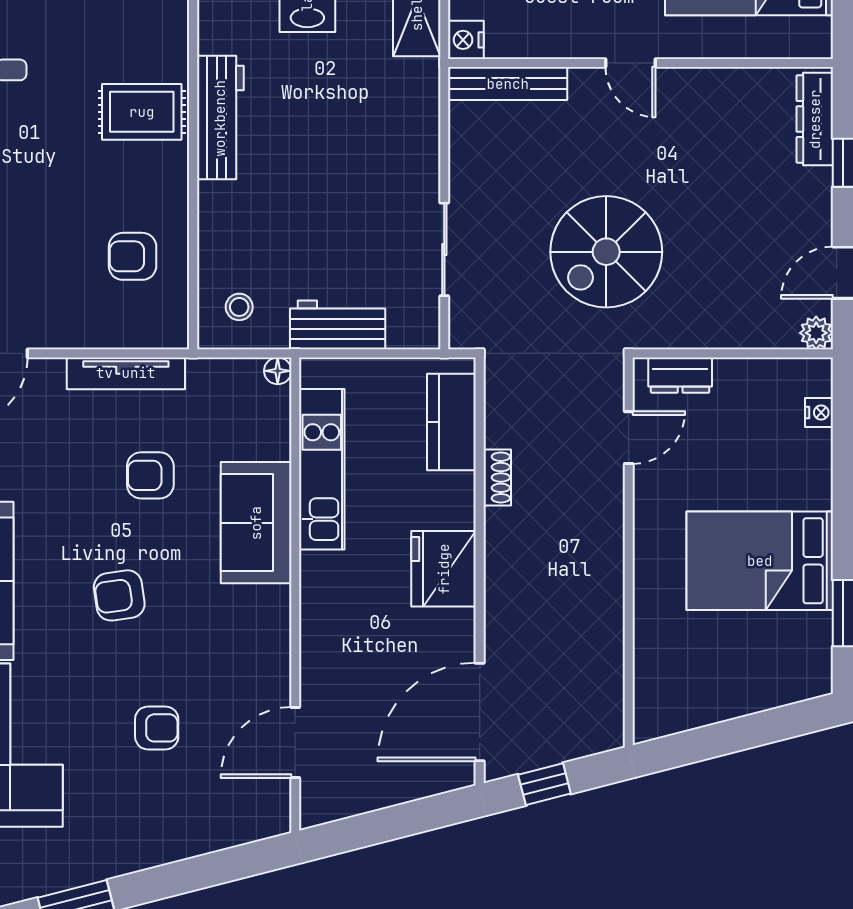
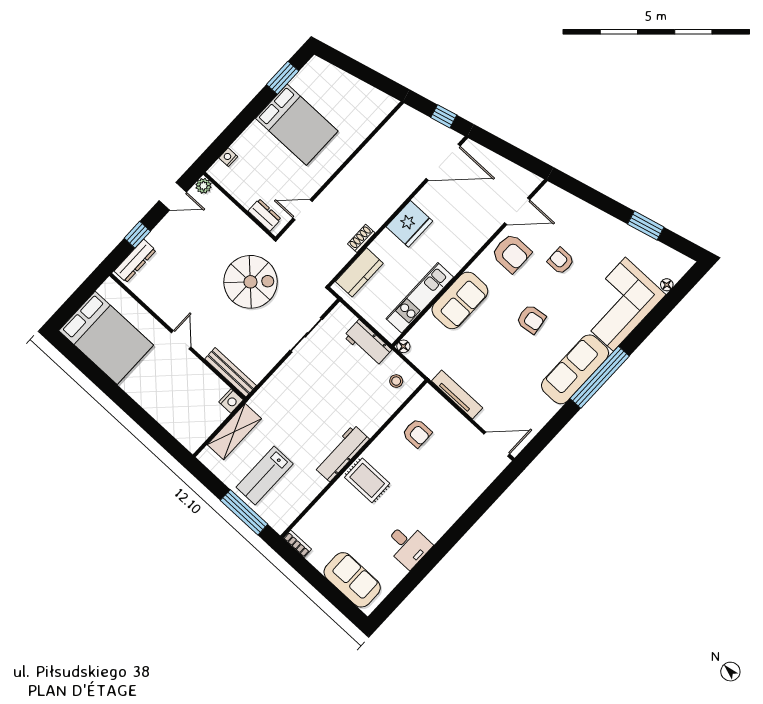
armchair: (150, 475) -> (512, 253), moved, width x1.38, depth x1.38

